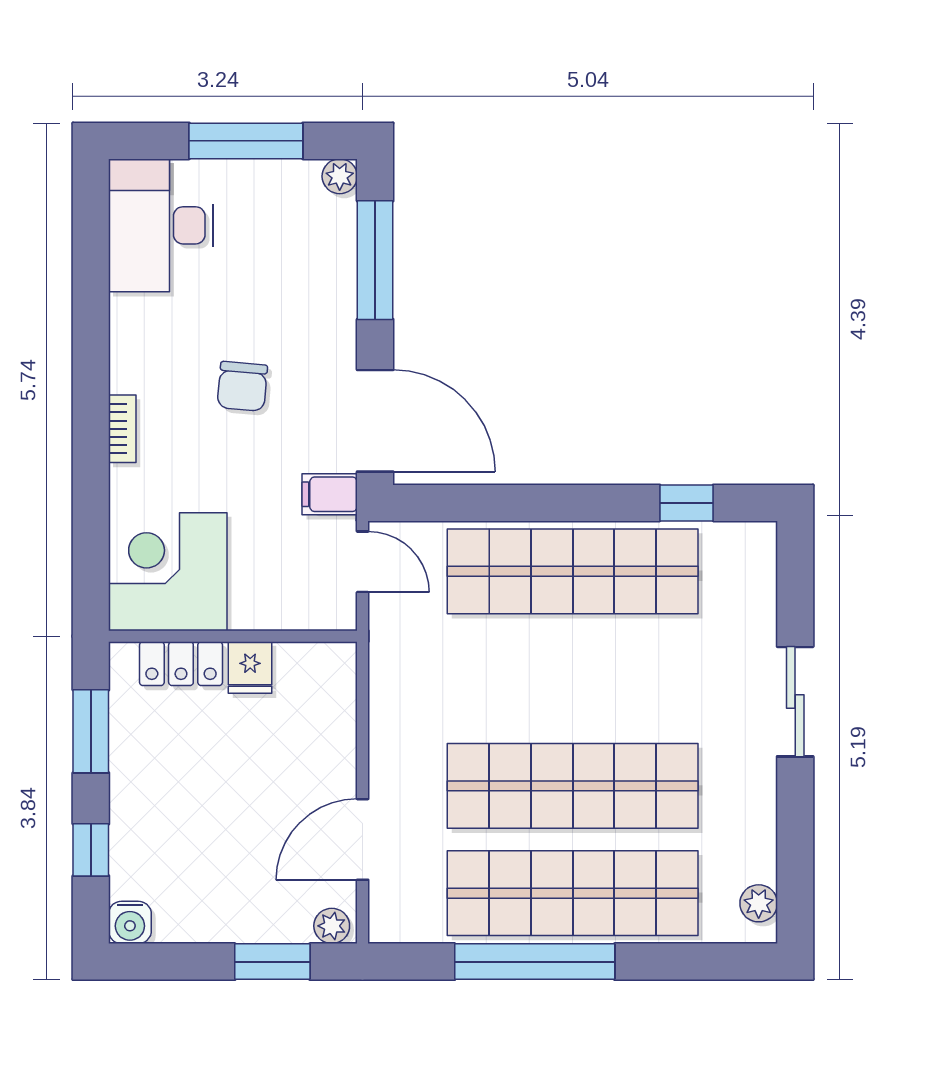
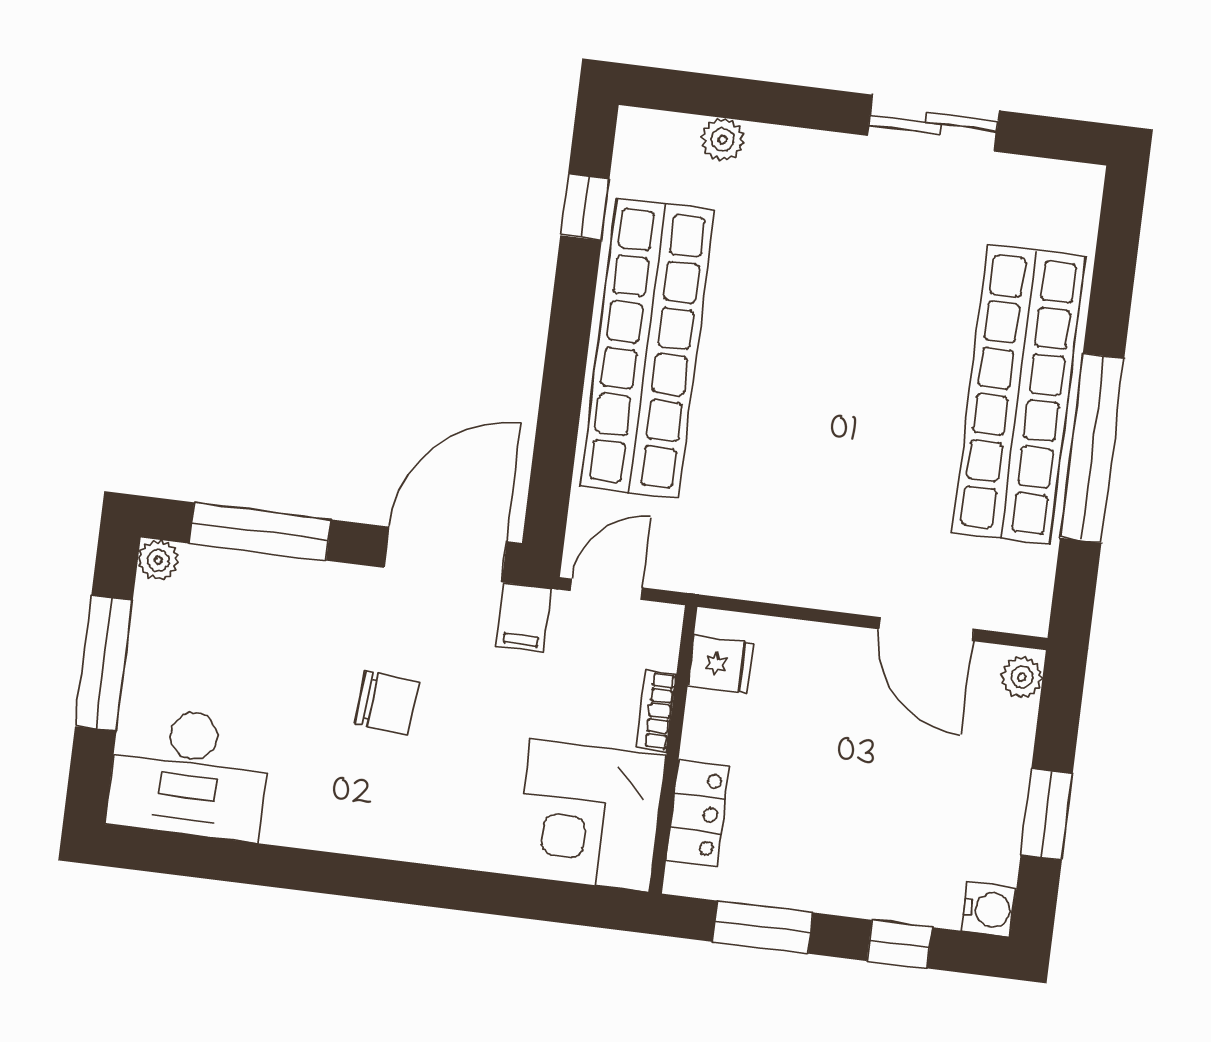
bookcase: (122, 429) -> (656, 710), moved, turned -90
fridge: (250, 667) -> (721, 664), moved
sliding door: (795, 702) -> (933, 123), moved
shop shelf: (573, 786) -> (895, 379), removed
plant: (759, 903) -> (723, 140), moved
window: (272, 962) -> (1047, 814), moved

